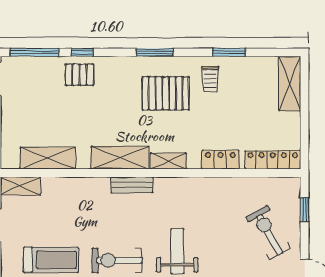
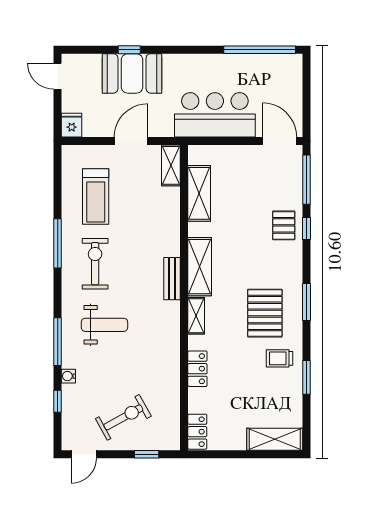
locker: (273, 160) -> (197, 432), width x0.66

